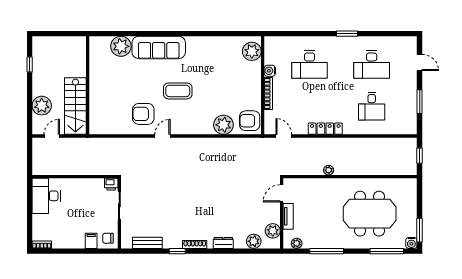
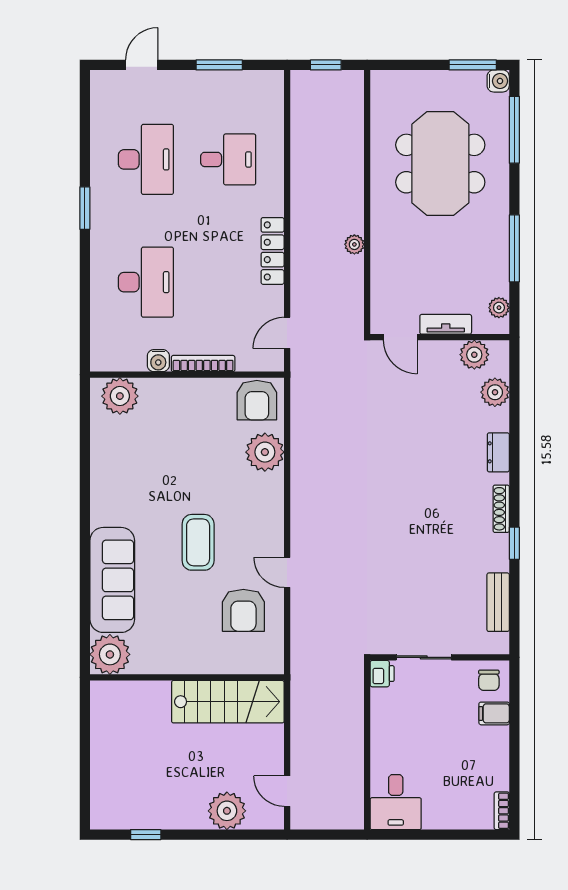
wall: (88, 85) -> (187, 677), moved
stairs: (75, 106) -> (228, 702), moved
desk: (46, 196) -> (396, 802), width x0.73

